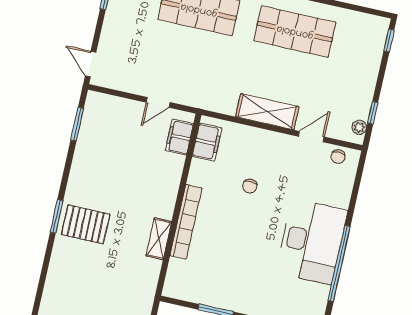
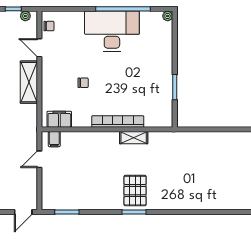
door: (158, 102) -> (39, 159), swing flipped
filing cabinet: (179, 137) -> (54, 139), width x0.50

